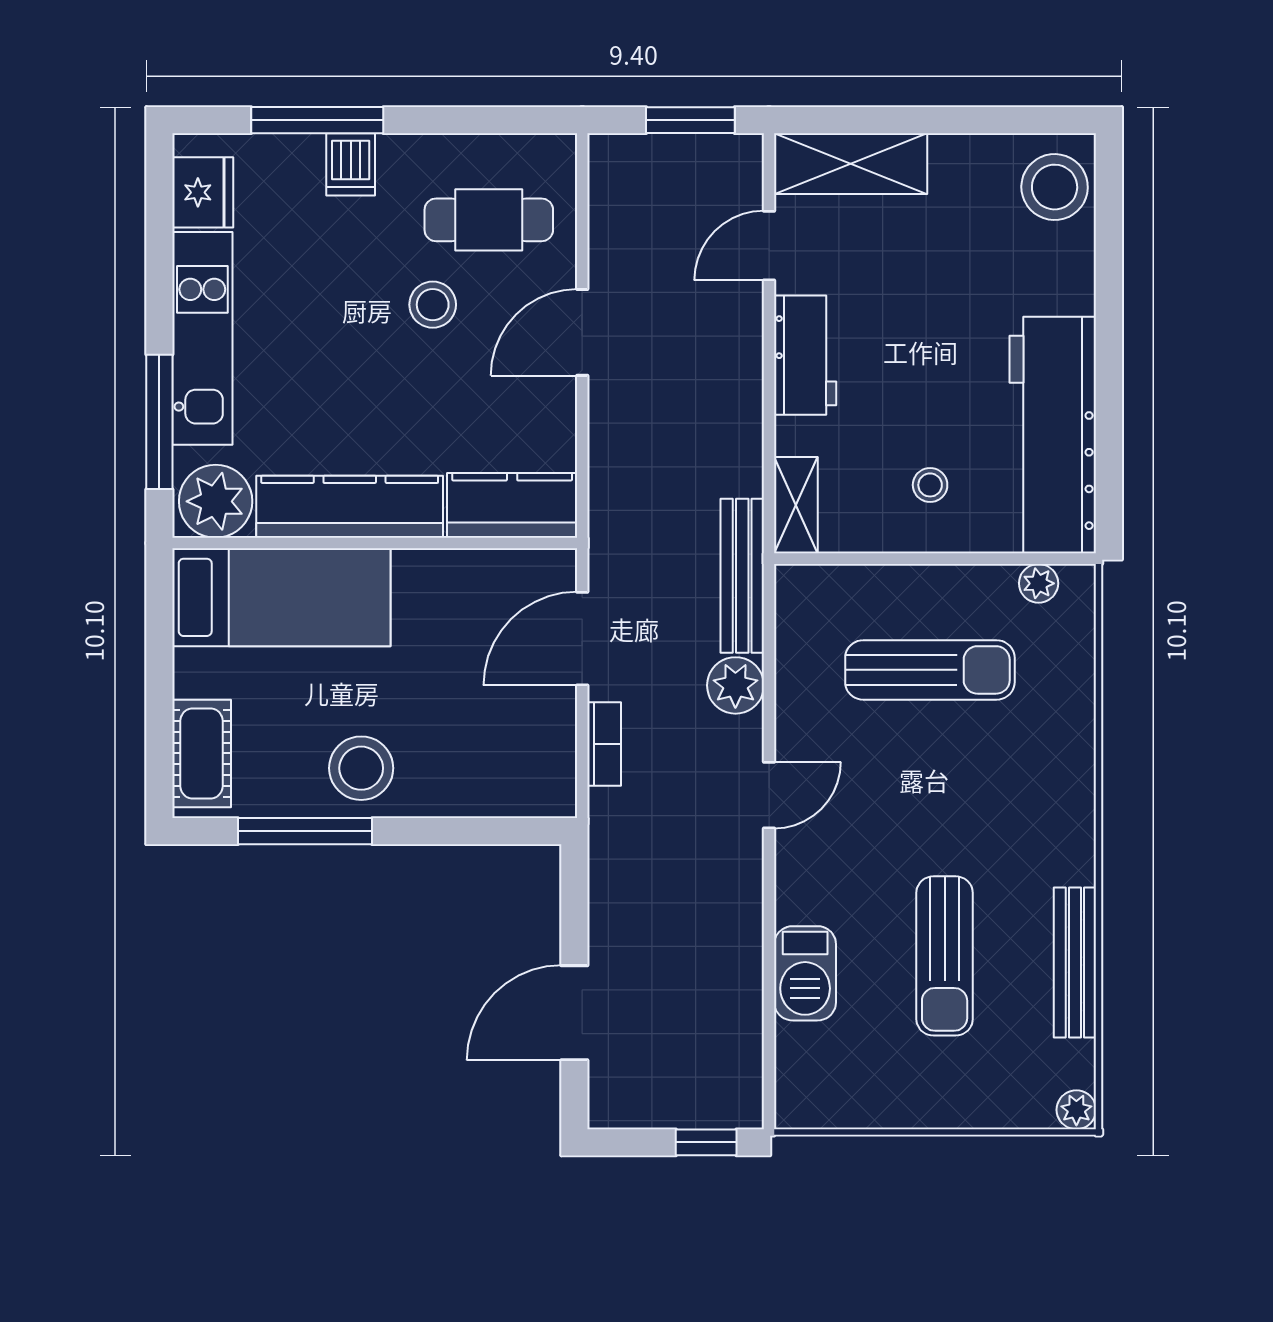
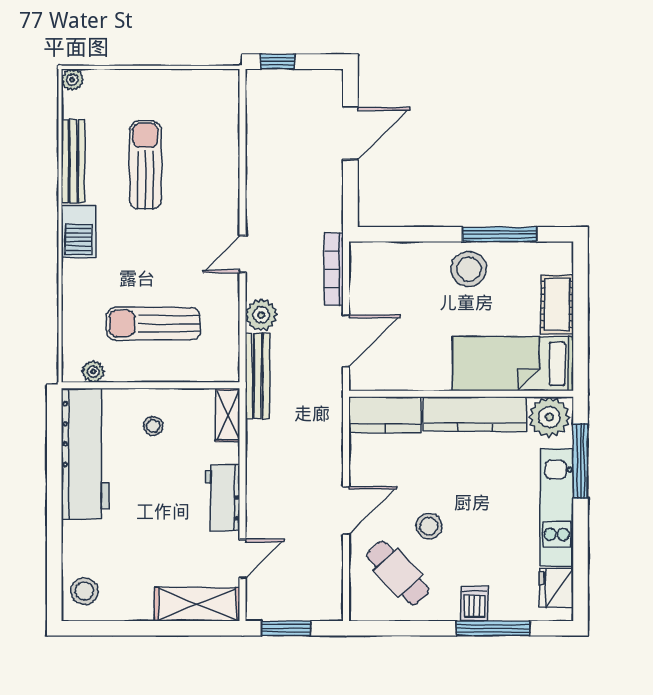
stool: (1055, 187) -> (84, 591), width x0.73, depth x0.73
cafe table: (489, 220) -> (398, 573), turned 47
bookcase: (604, 744) -> (334, 269), width x1.56
cot: (202, 753) -> (557, 304), moved
barbecue: (805, 973) -> (78, 232), moved, turned 180

